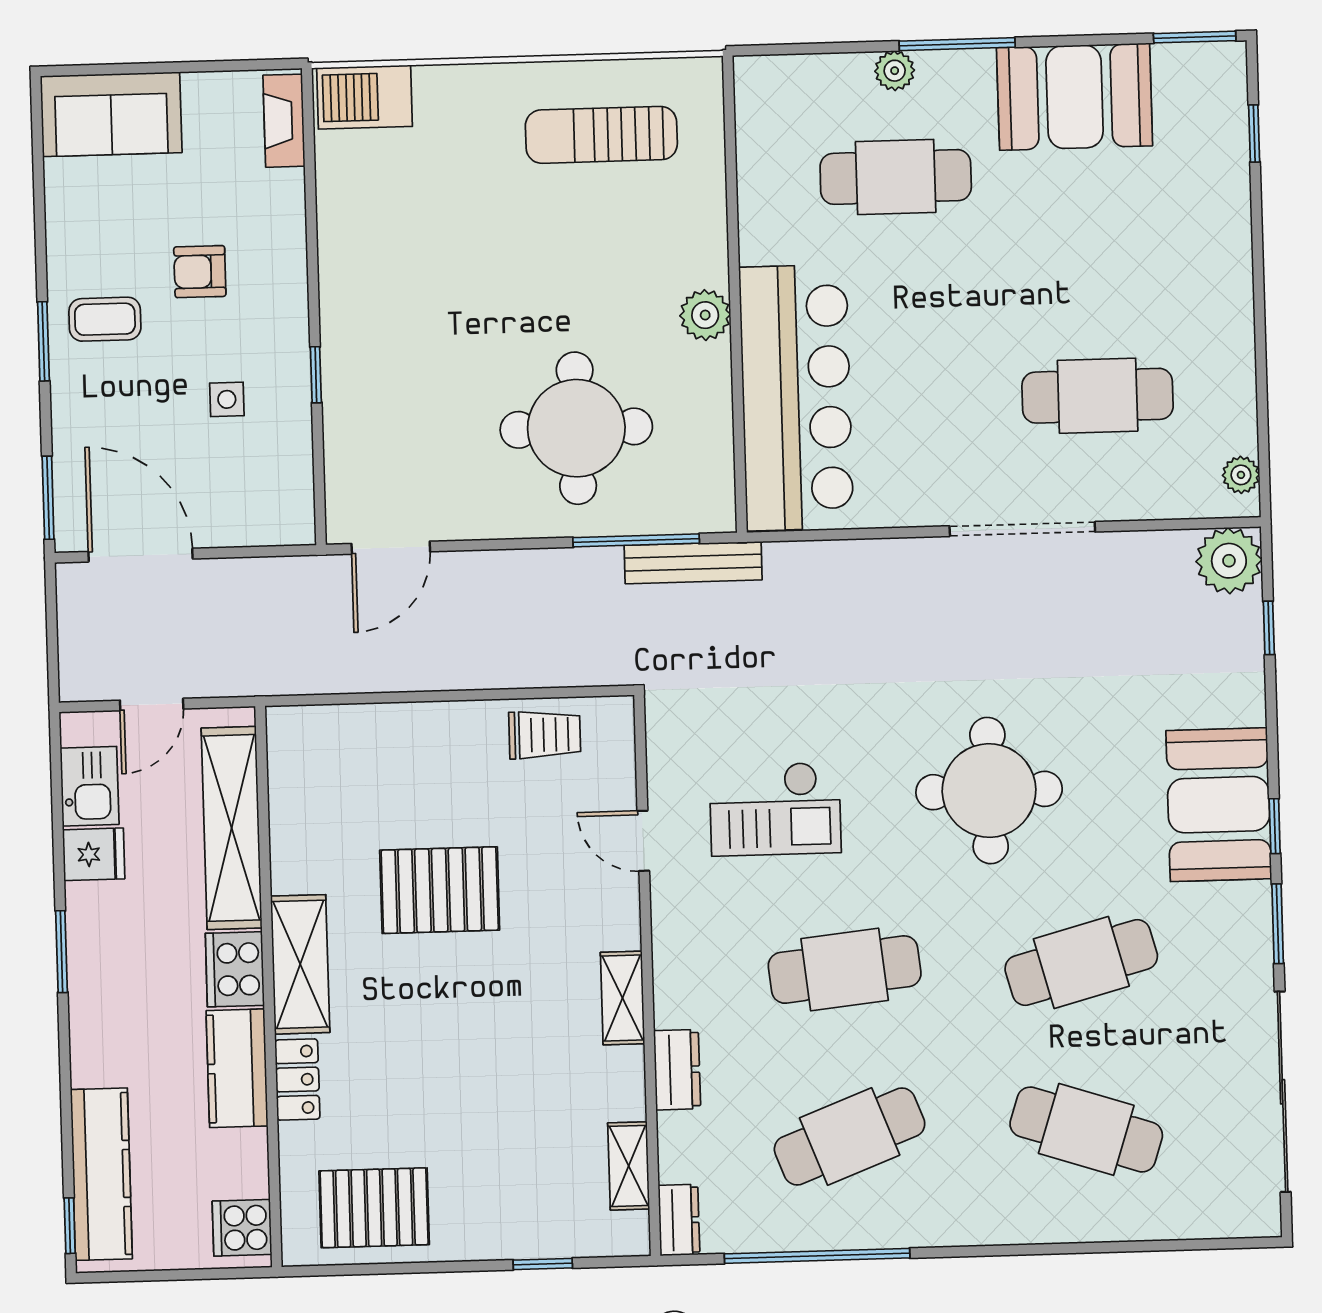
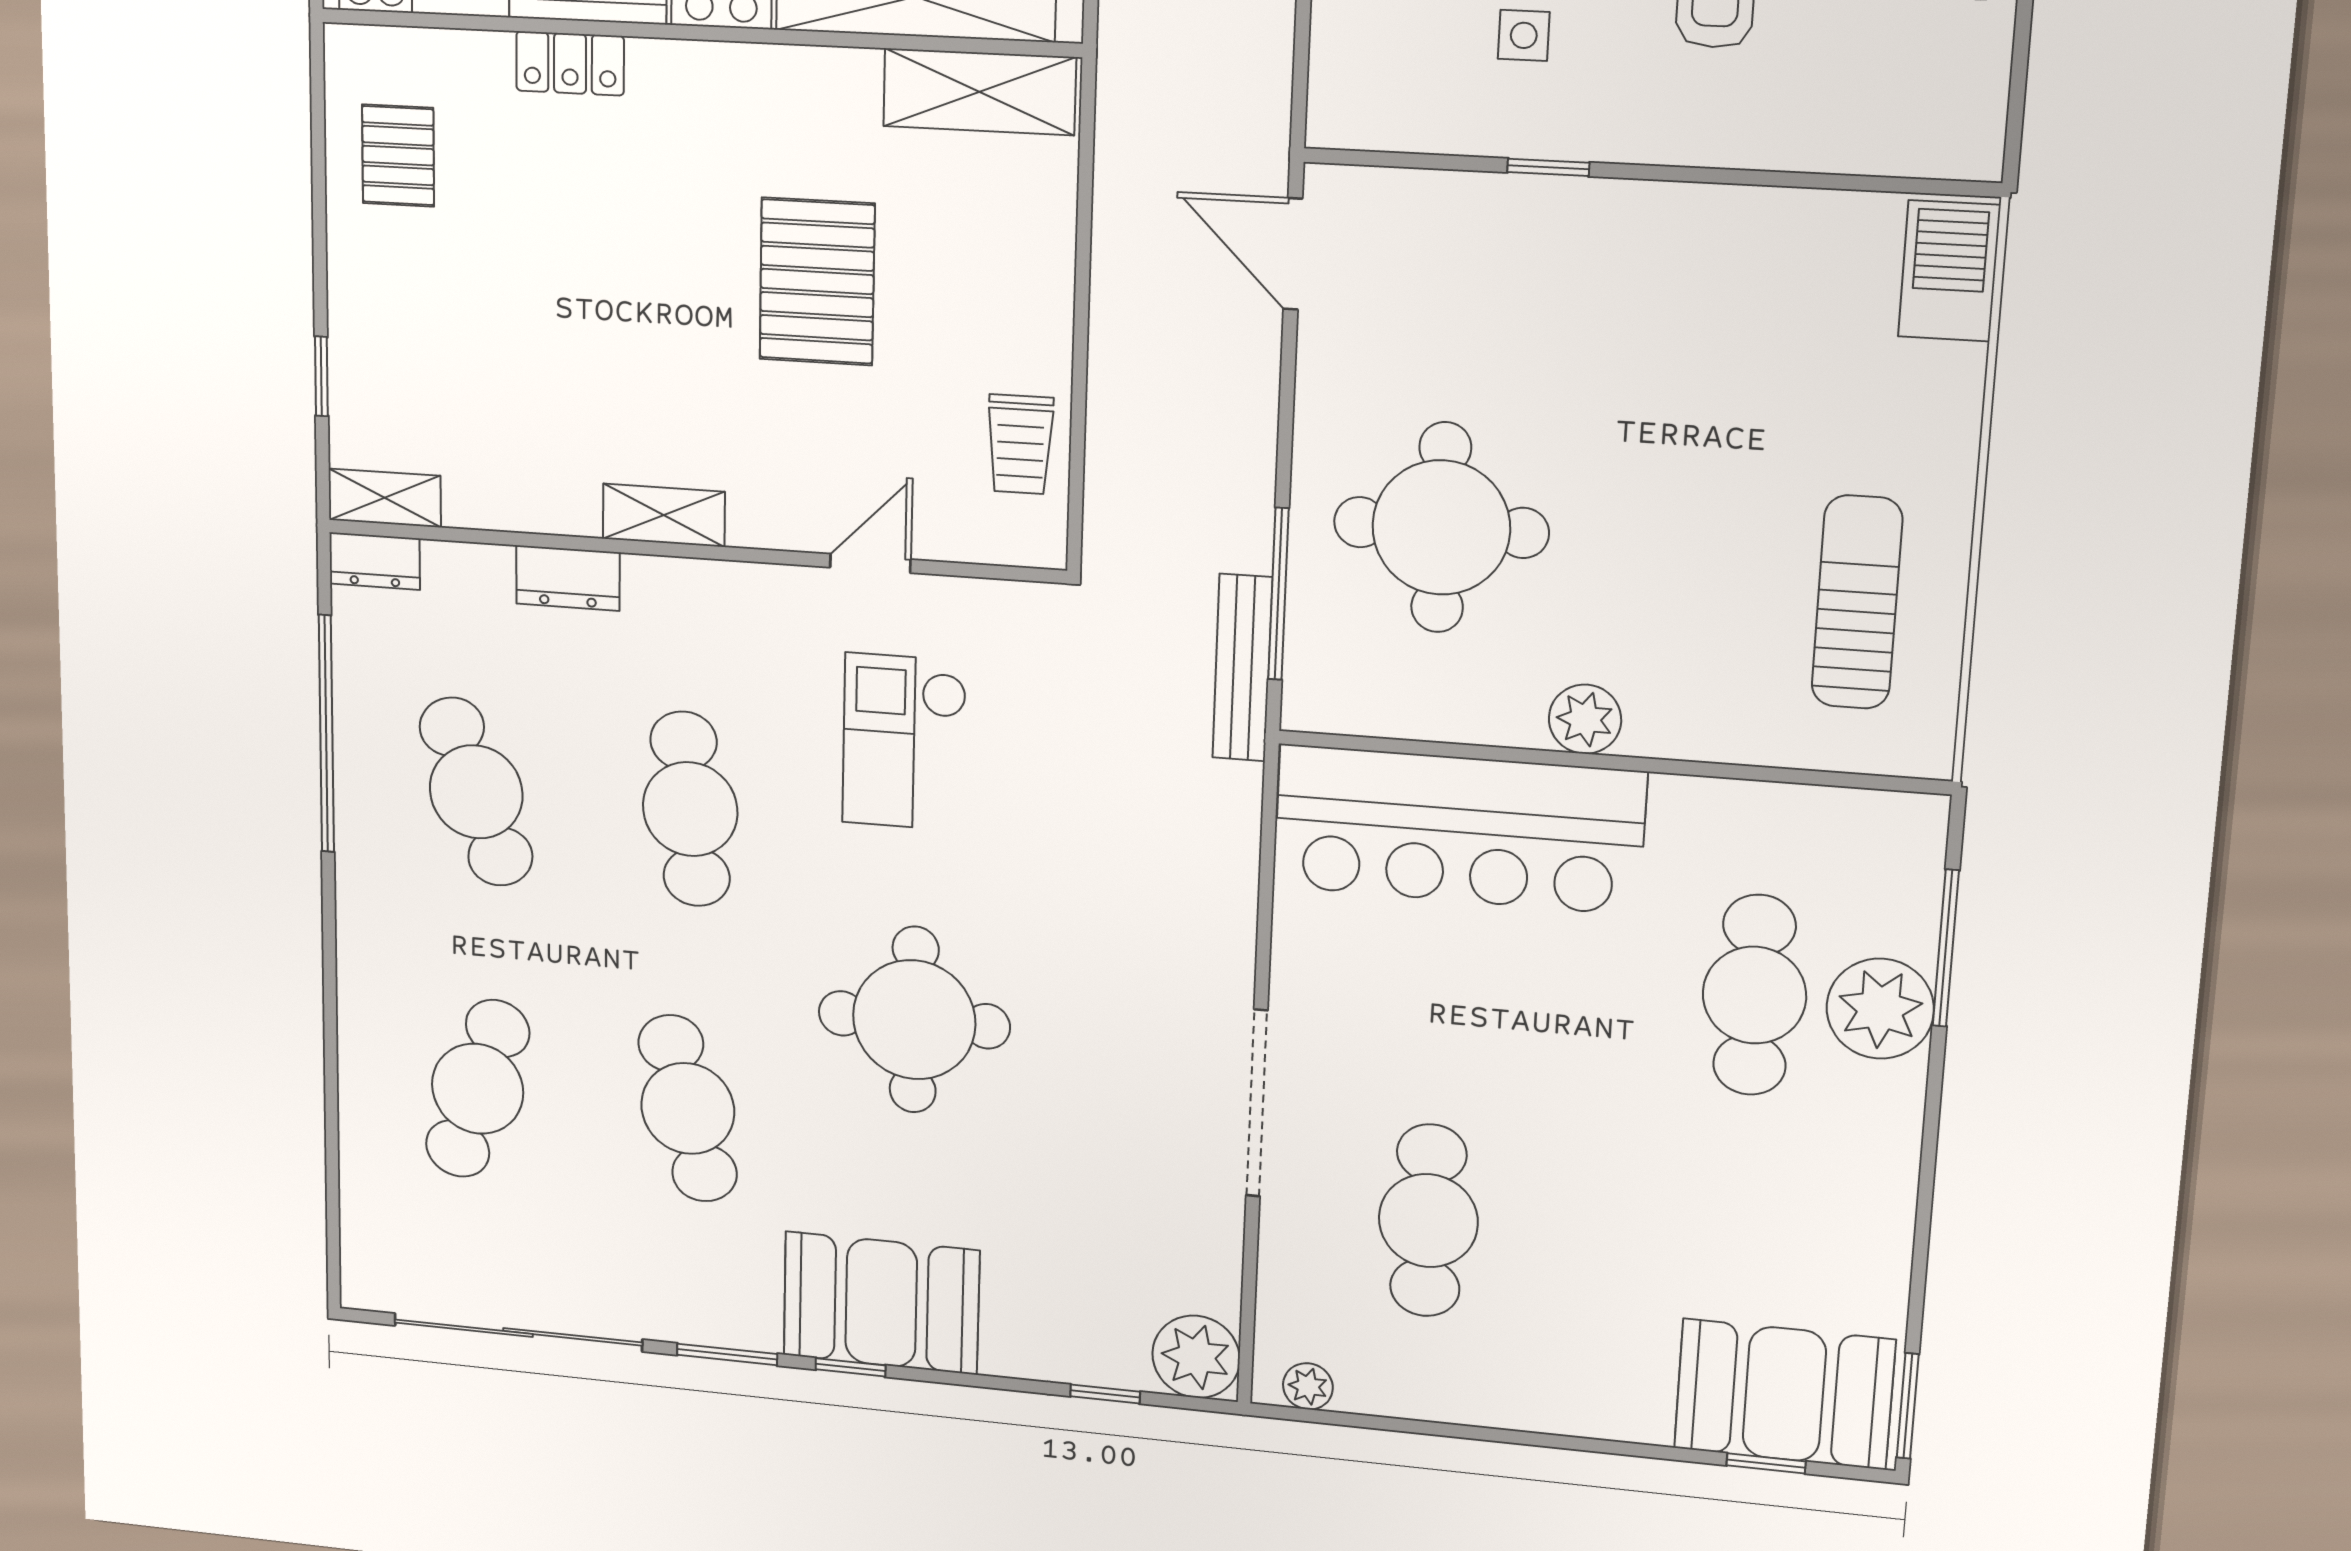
window: (957, 44) -> (1946, 948), moved
plant: (895, 71) -> (1880, 1009), width x1.87, depth x1.87
booth: (1075, 97) -> (1784, 1394), moved, turned 90
fireplace: (284, 121) -> (1927, 151), removed
shelving: (300, 964) -> (979, 92), moved
shelving: (629, 1166) -> (385, 498), moved
pallet: (374, 1208) -> (398, 156), width x0.67, depth x0.71

